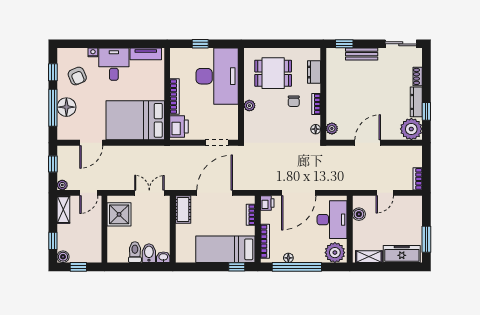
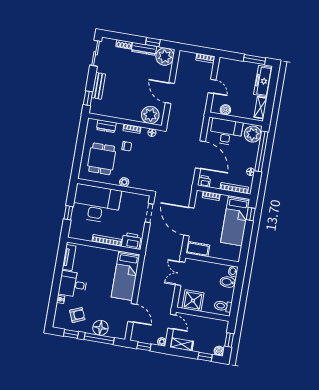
bed: (135, 120) -> (126, 276), width x0.67
plant: (332, 128) -> (150, 115), width x1.87, depth x1.87
toilet: (135, 252) -> (223, 306), moved
window: (297, 267) -> (261, 151), moved

